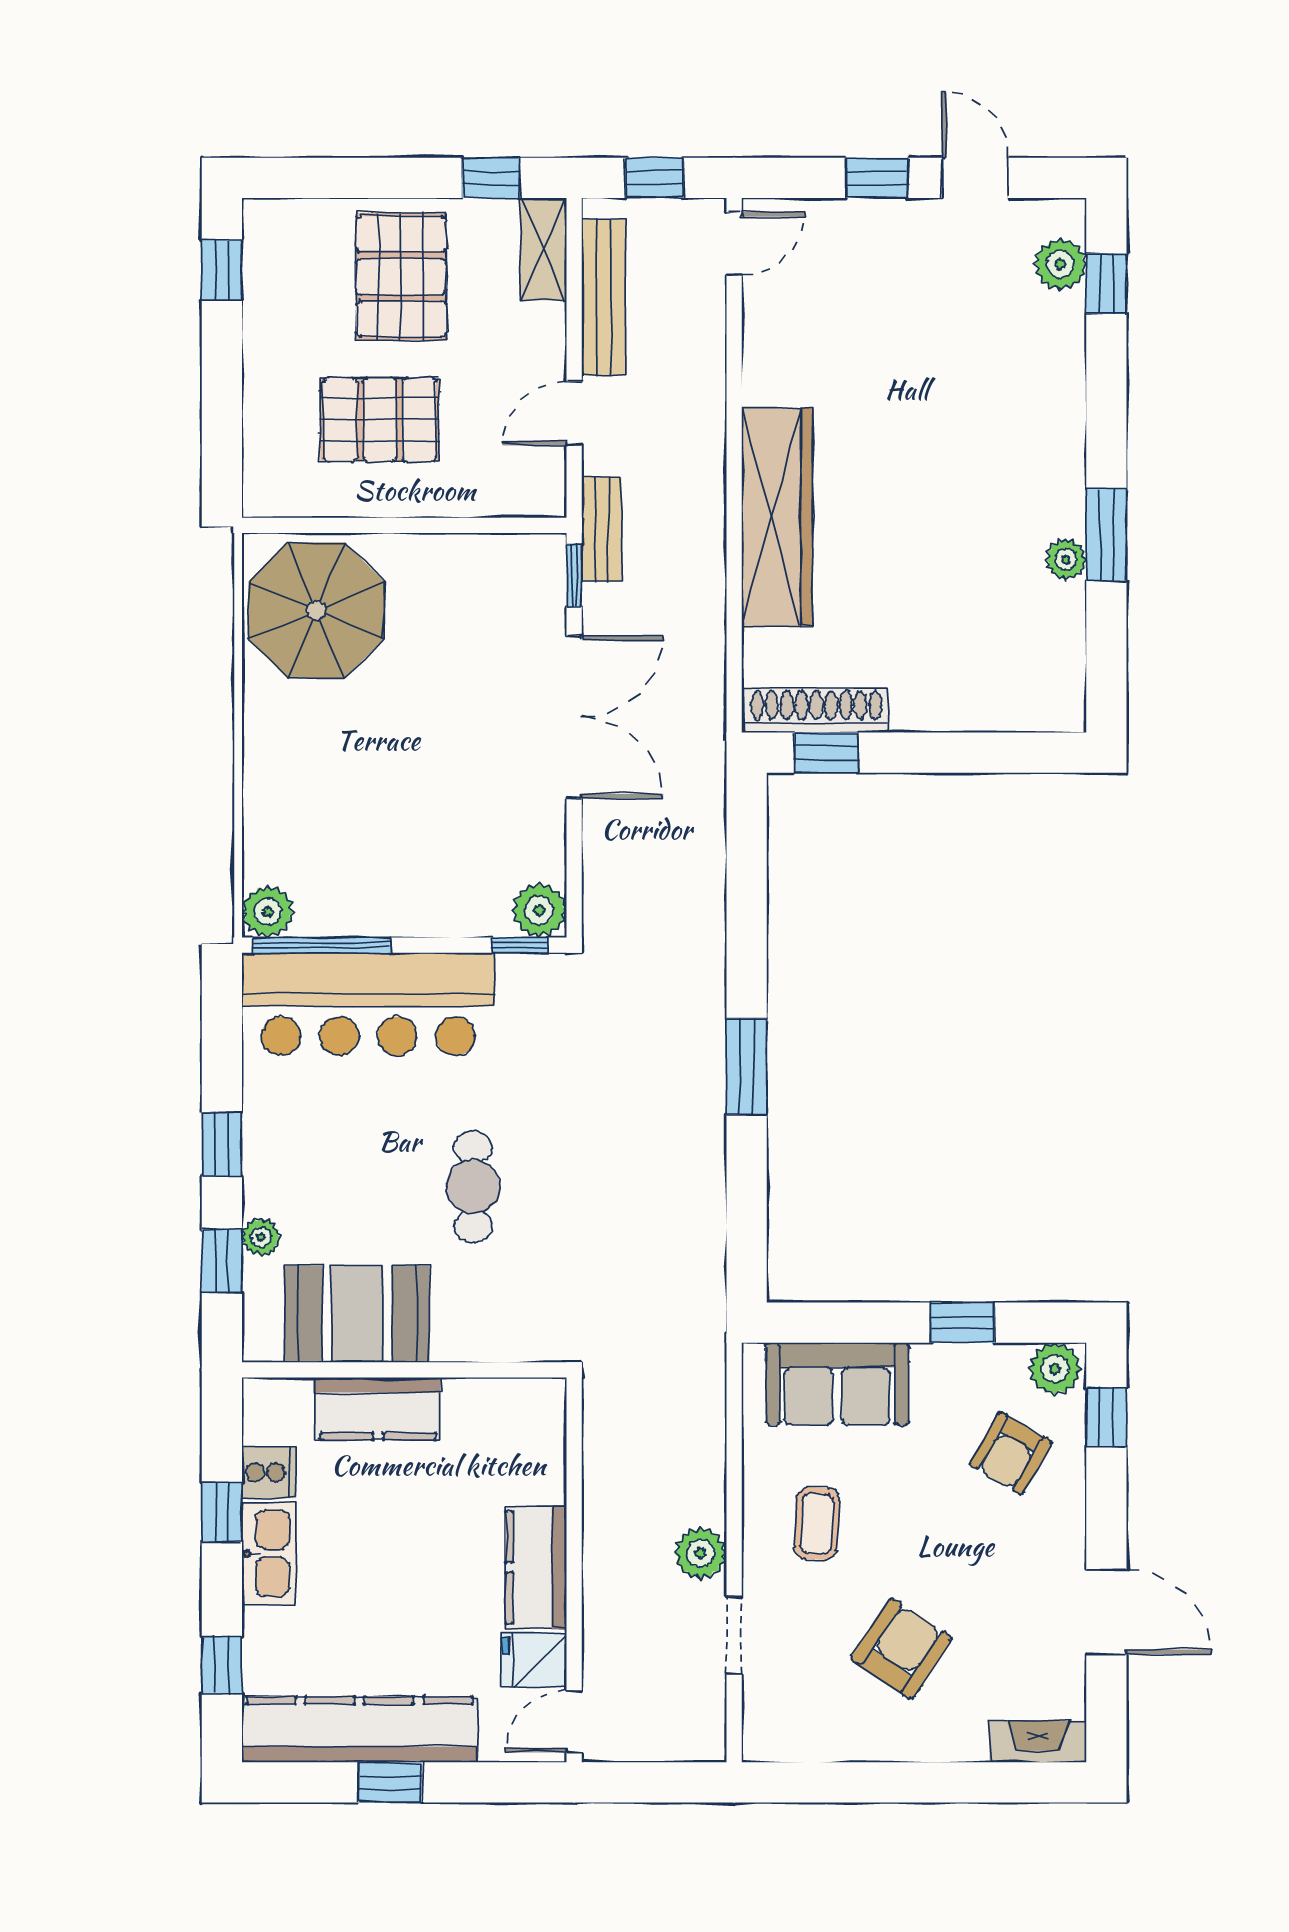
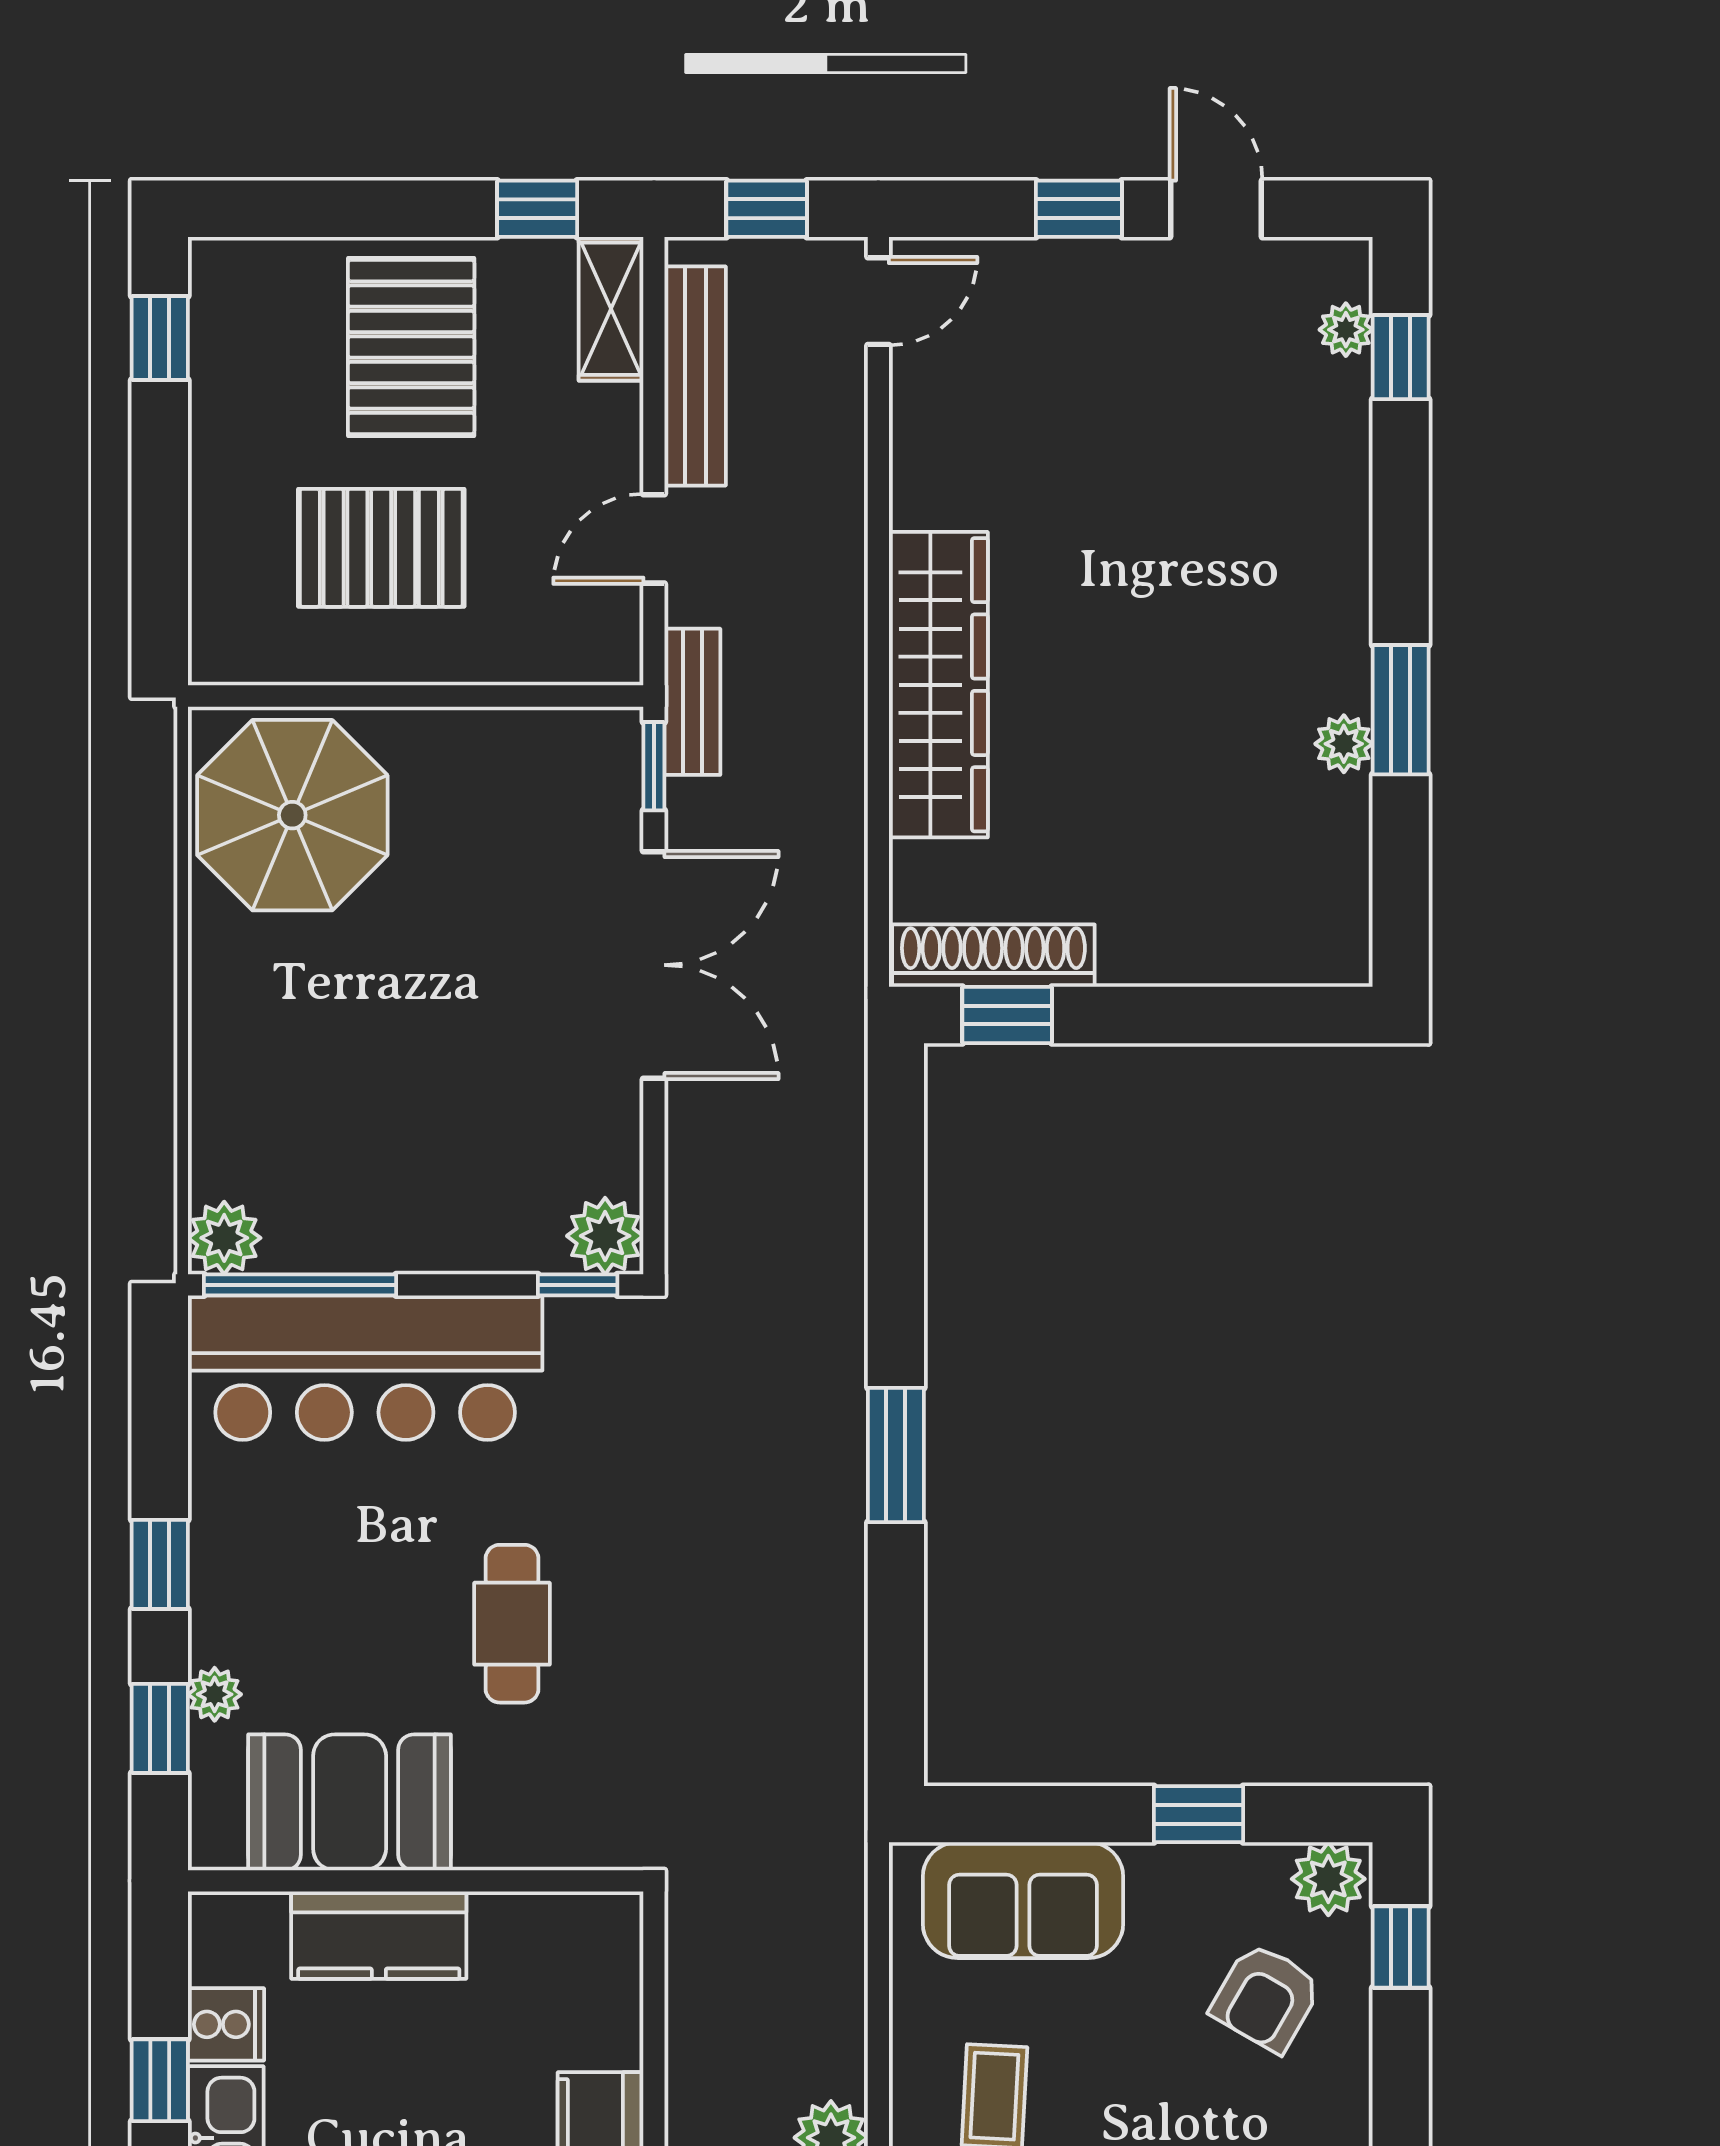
plant: (1060, 264) -> (1346, 330), width x0.73, depth x0.73

